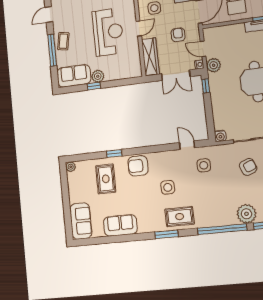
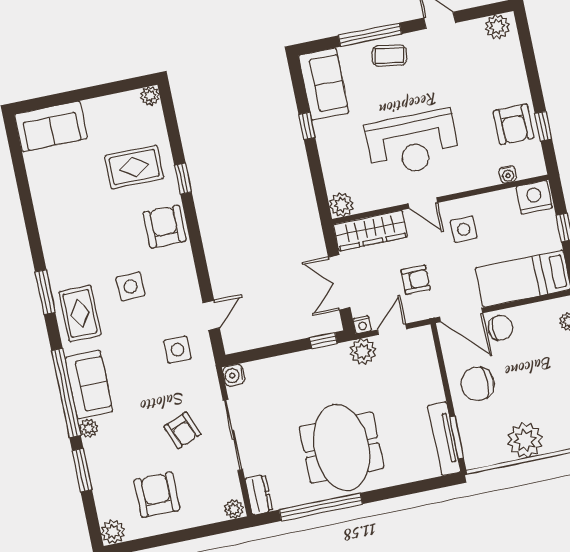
plant: (98, 76) -> (341, 205), moved
plant: (246, 214) -> (89, 428), width x0.53, depth x0.53
sofa: (120, 225) -> (89, 385), moved

